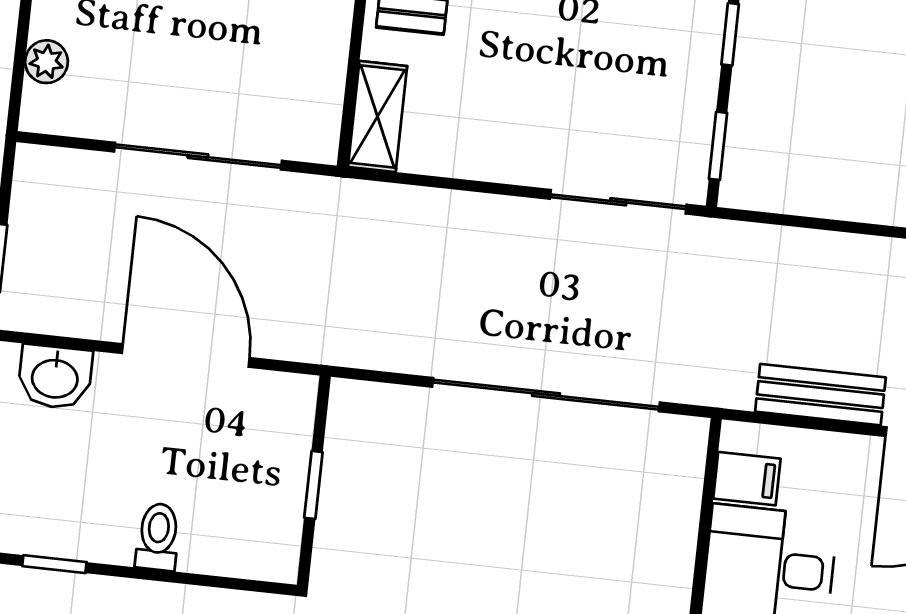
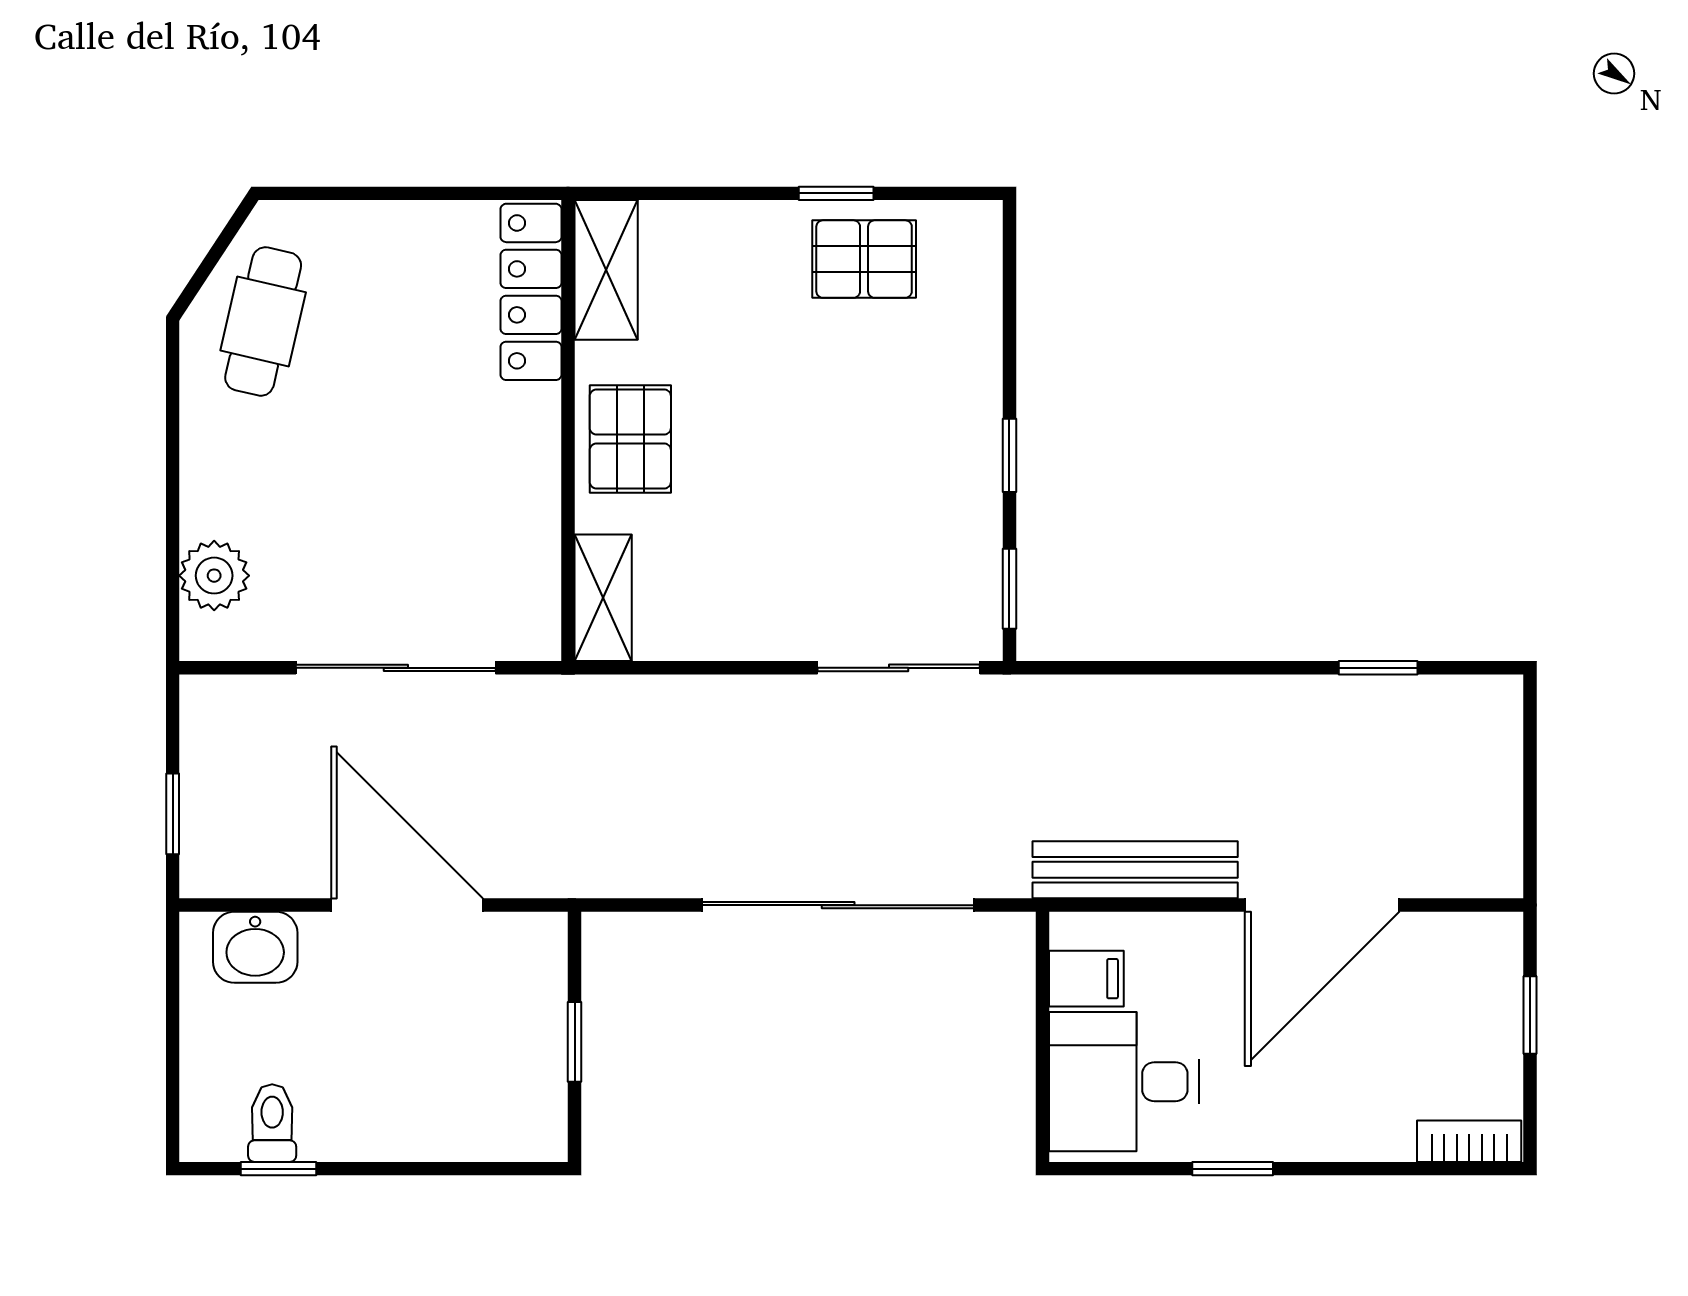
plant: (46, 62) -> (214, 576), width x1.38, depth x1.38
bench: (820, 395) -> (1135, 870), width x1.36
toilet: (158, 537) -> (272, 1123), moved

